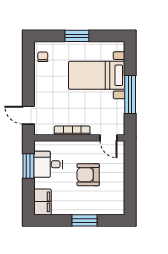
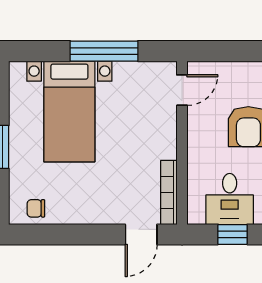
bookcase: (72, 131) -> (169, 192), moved
window: (28, 166) -> (233, 234), width x0.67

